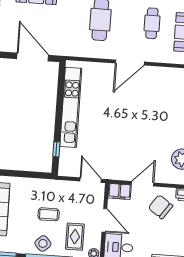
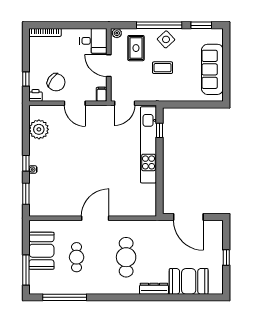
kitchen unit: (71, 107) -> (148, 145), moved
door: (91, 180) -> (125, 103), hinge flipped
door: (143, 184) -> (75, 103), hinge flipped
filing cabinet: (120, 191) -> (102, 94), width x0.50

